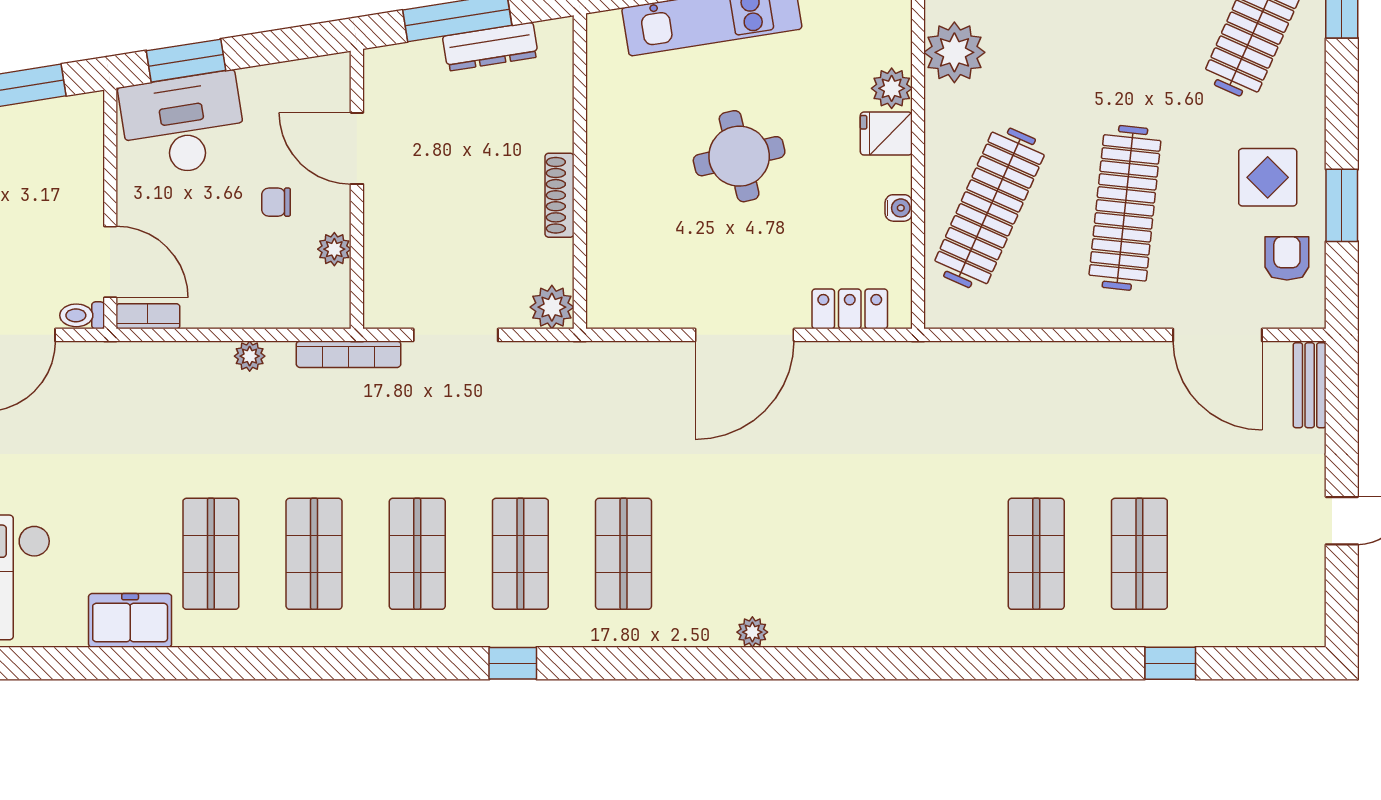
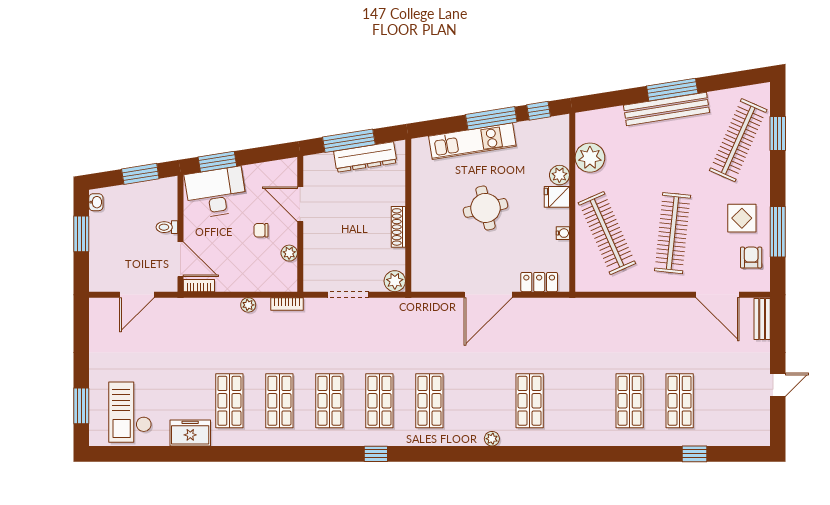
dresser: (490, 47) -> (365, 157), width x1.37, depth x1.24
window: (1342, 205) -> (778, 232), width x1.44
clothes rail: (990, 208) -> (607, 233), turned -48
toilet: (82, 315) -> (167, 227), moved
bookcase: (349, 354) -> (287, 304), width x0.64
shop shelf: (830, 554) -> (530, 401), added

